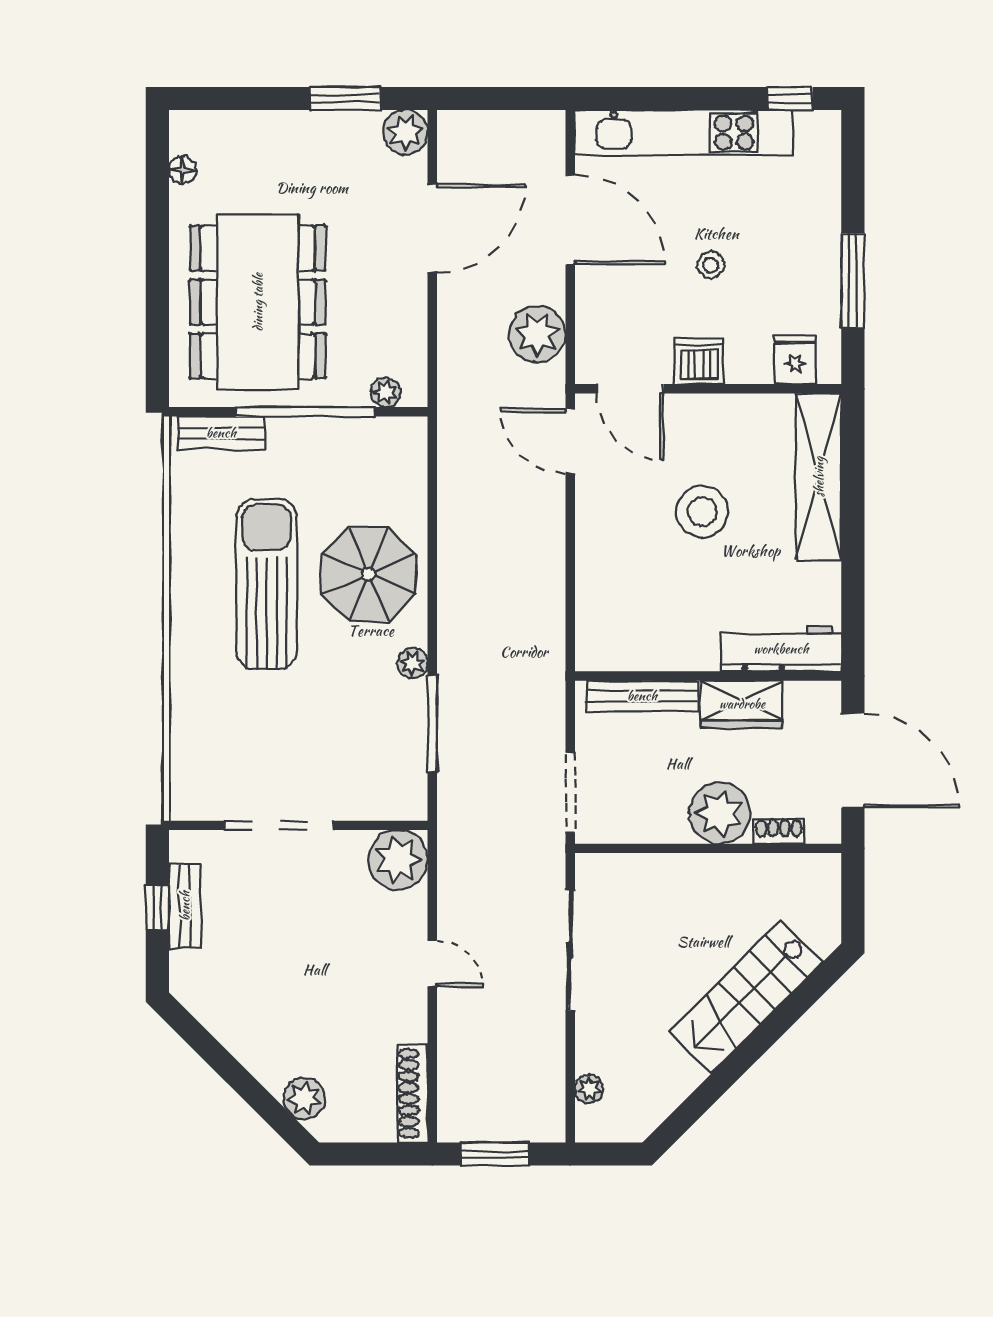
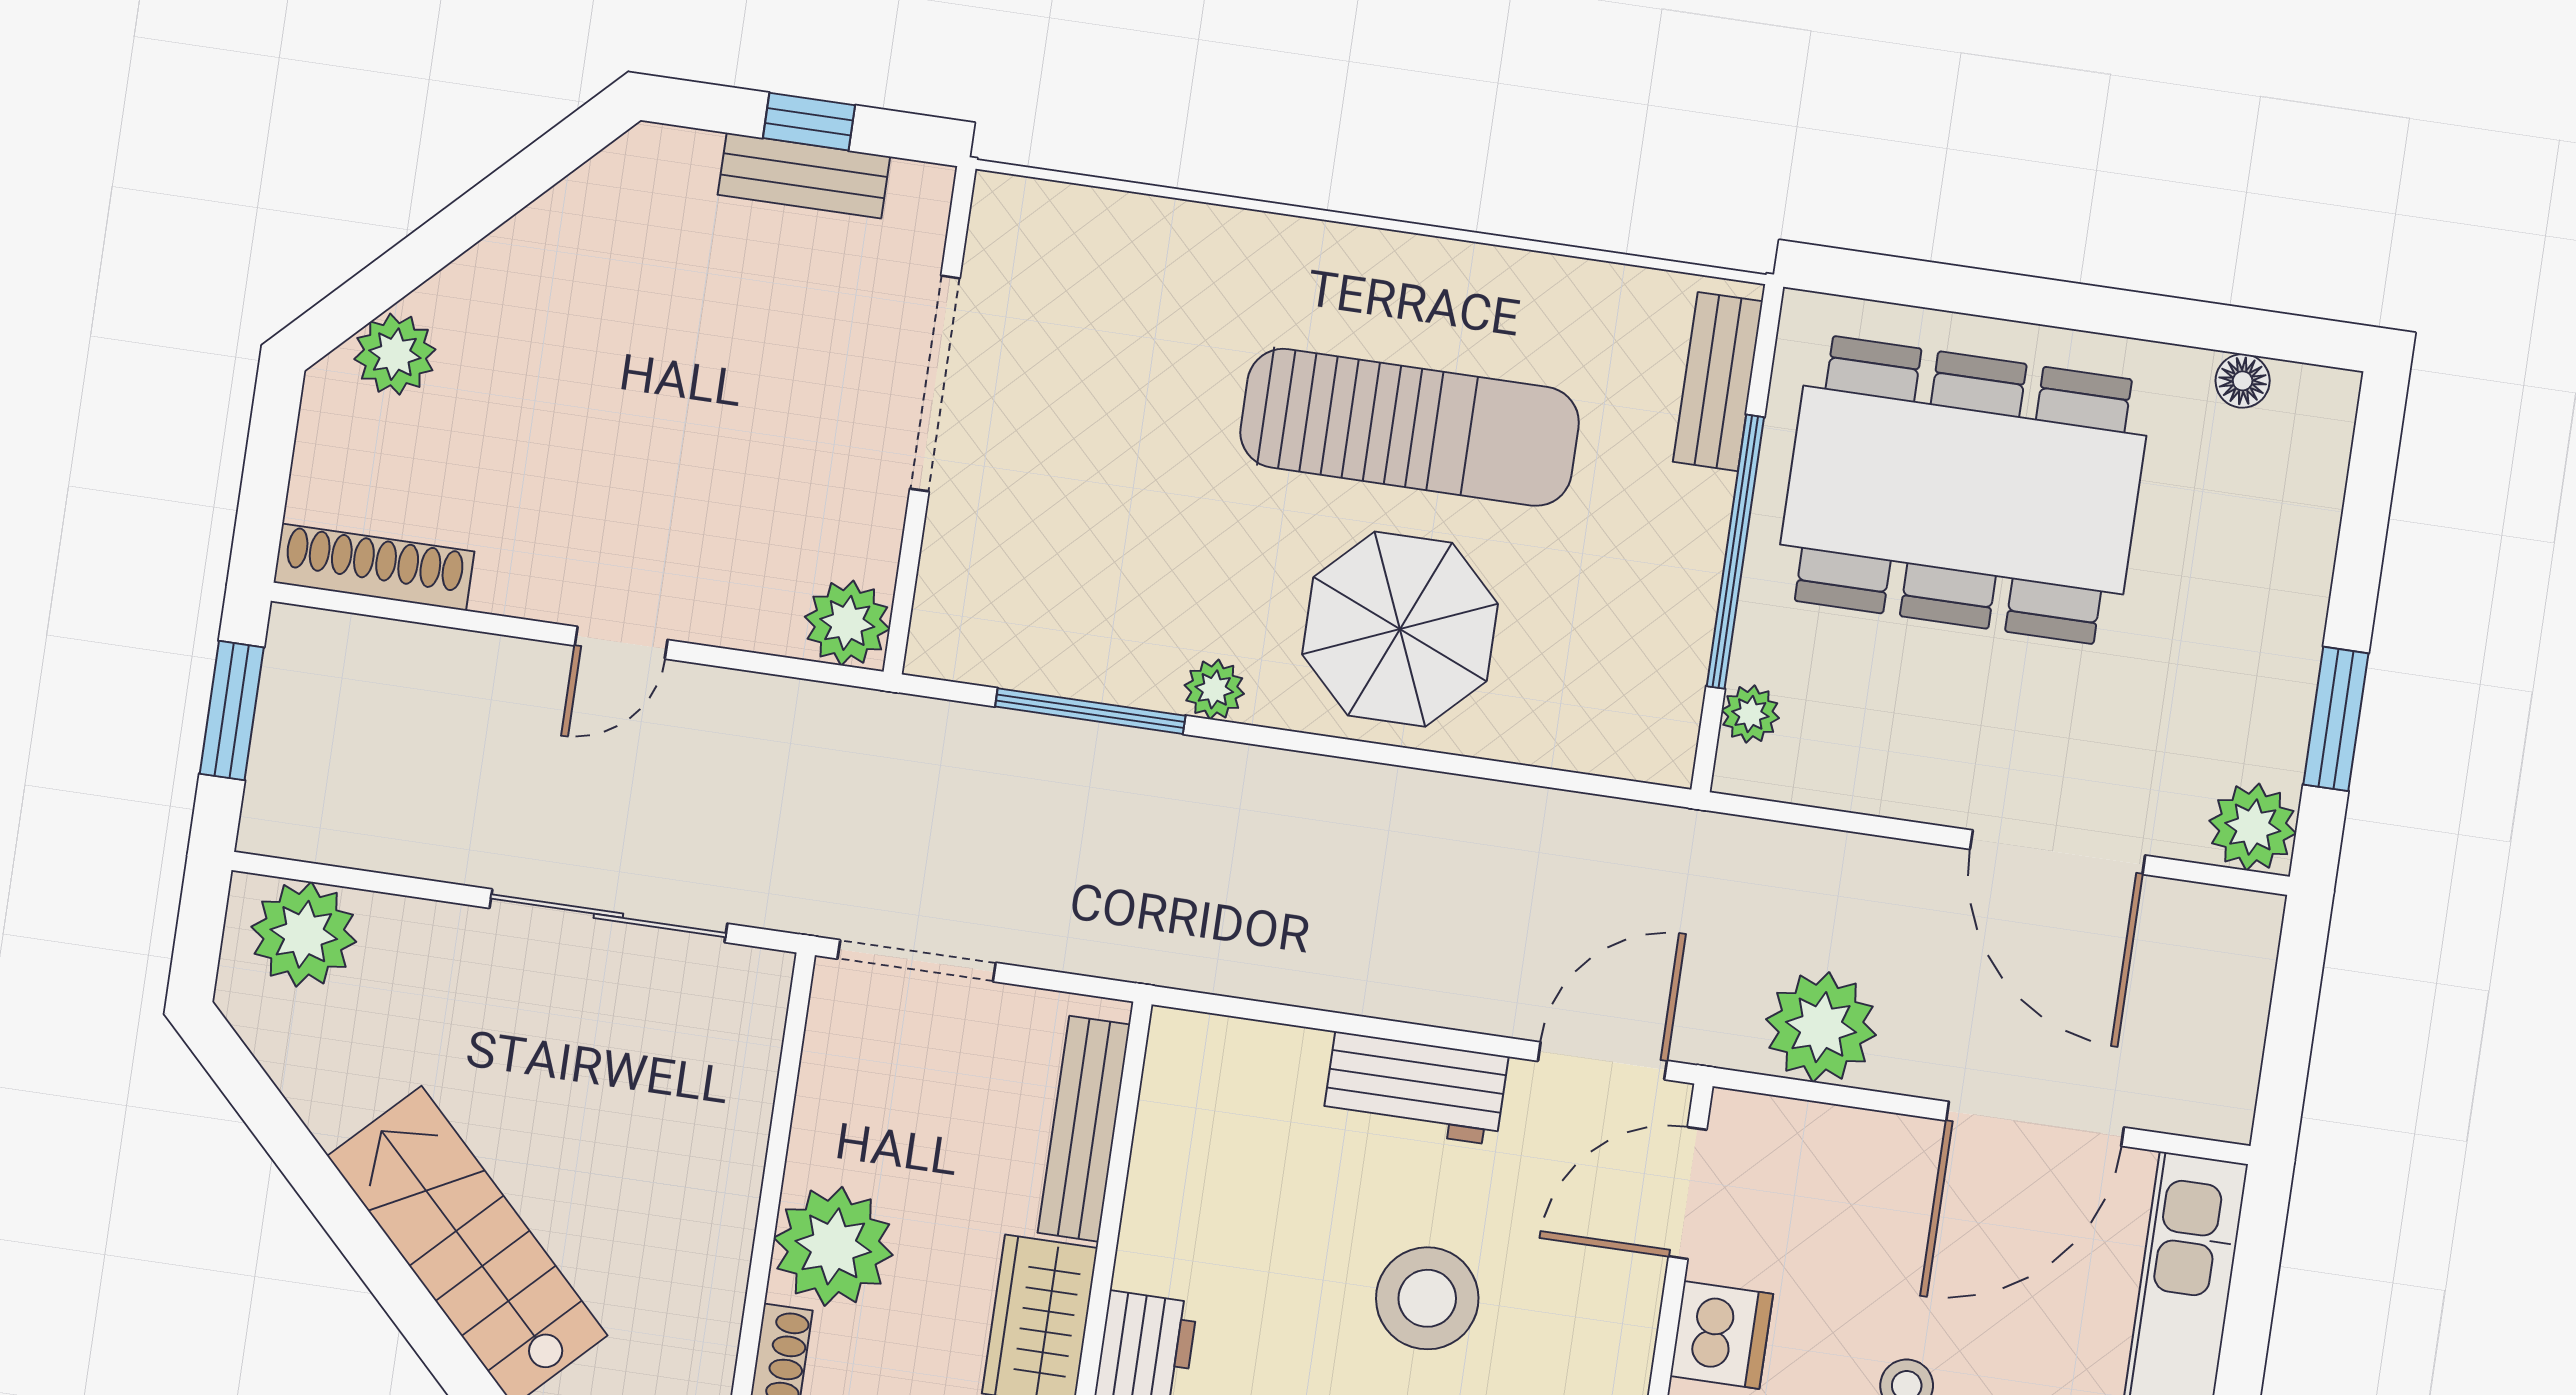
workbench: (598, 533) -> (1415, 1088), added
plant: (398, 860) -> (847, 623), width x0.73, depth x0.73
plant: (589, 1089) -> (304, 934), width x1.87, depth x1.87

